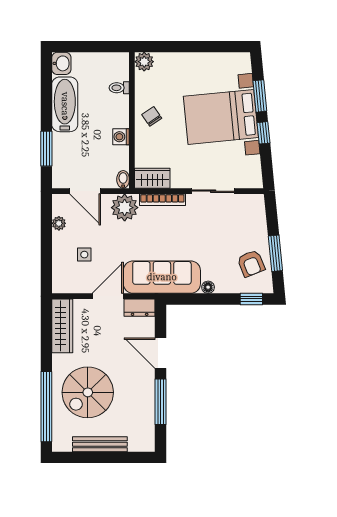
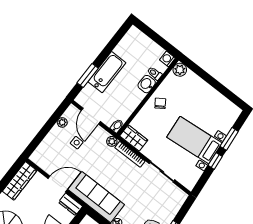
washbasin: (61, 63) -> (147, 84), moved, turned 180
bathtub: (65, 104) -> (107, 72), moved
bed with nightstands: (221, 117) -> (194, 140), width x0.73
washing machine: (121, 137) -> (167, 59), moved
plant: (125, 208) -> (112, 141), width x0.53, depth x0.53
side table: (84, 255) -> (77, 143), moved

